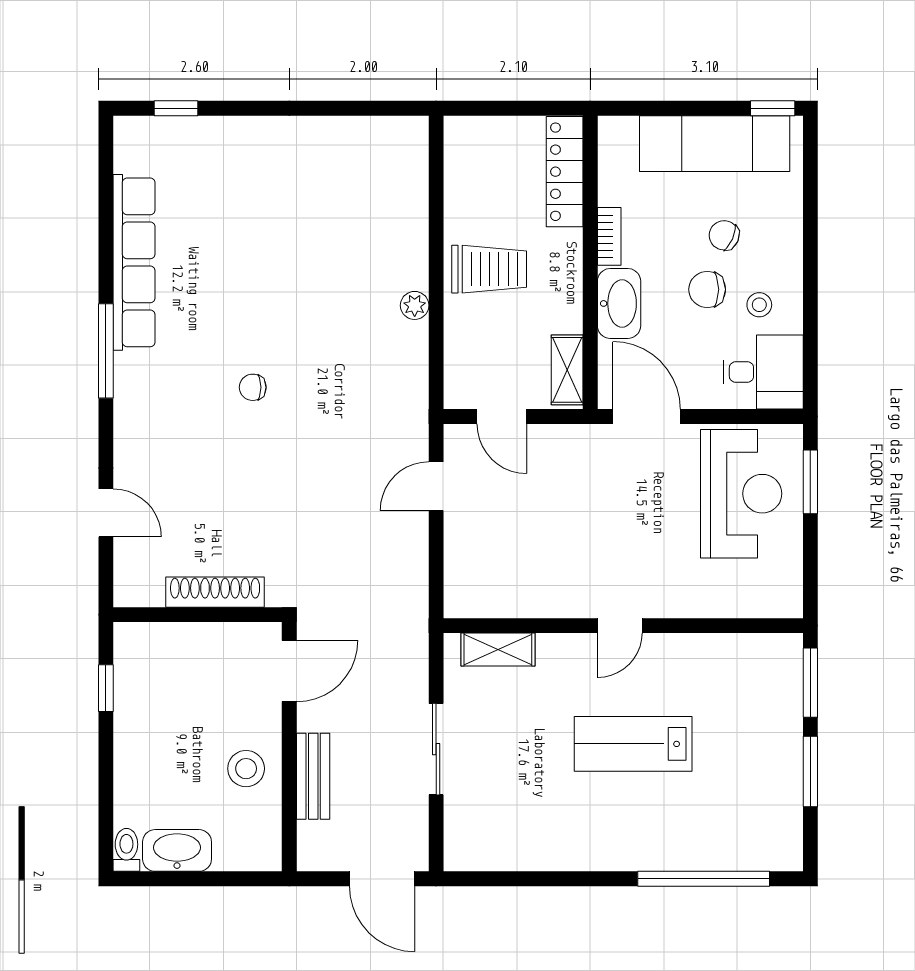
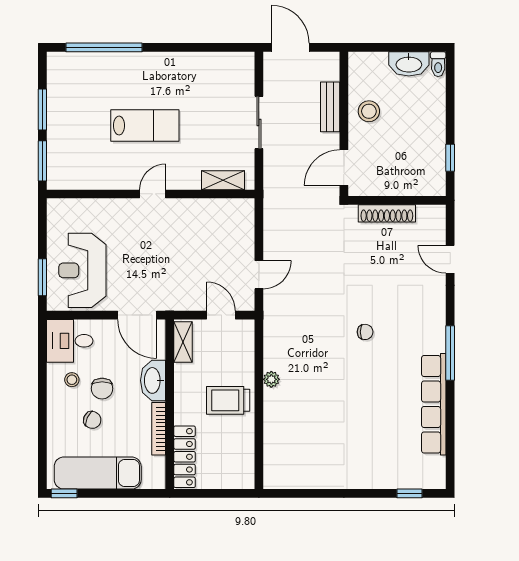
bookcase: (609, 236) -> (159, 429), width x1.56
chair: (707, 289) -> (102, 389), turned 90

